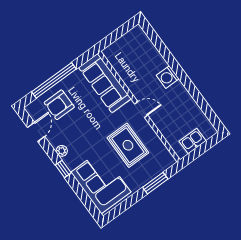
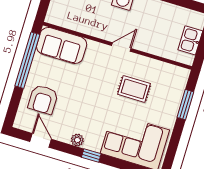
window: (54, 80) -> (27, 60), moved
sofa: (105, 83) -> (62, 46), width x0.73
rug: (128, 145) -> (134, 89), width x0.73, depth x0.70

